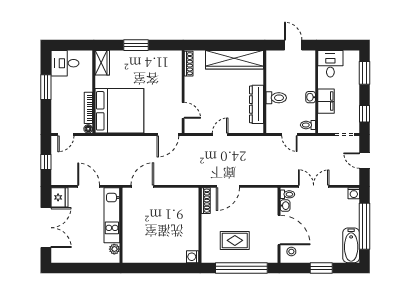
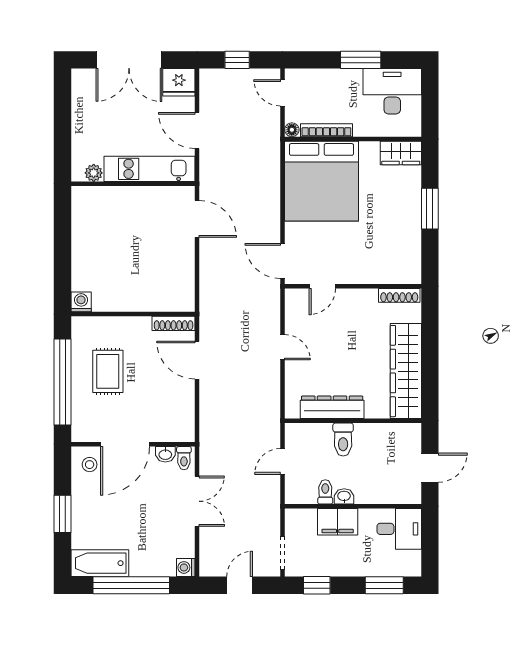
desk: (65, 63) -> (392, 91), width x1.37
toilet: (308, 125) -> (325, 492), moved
door: (89, 186) -> (197, 131), swing flipped

